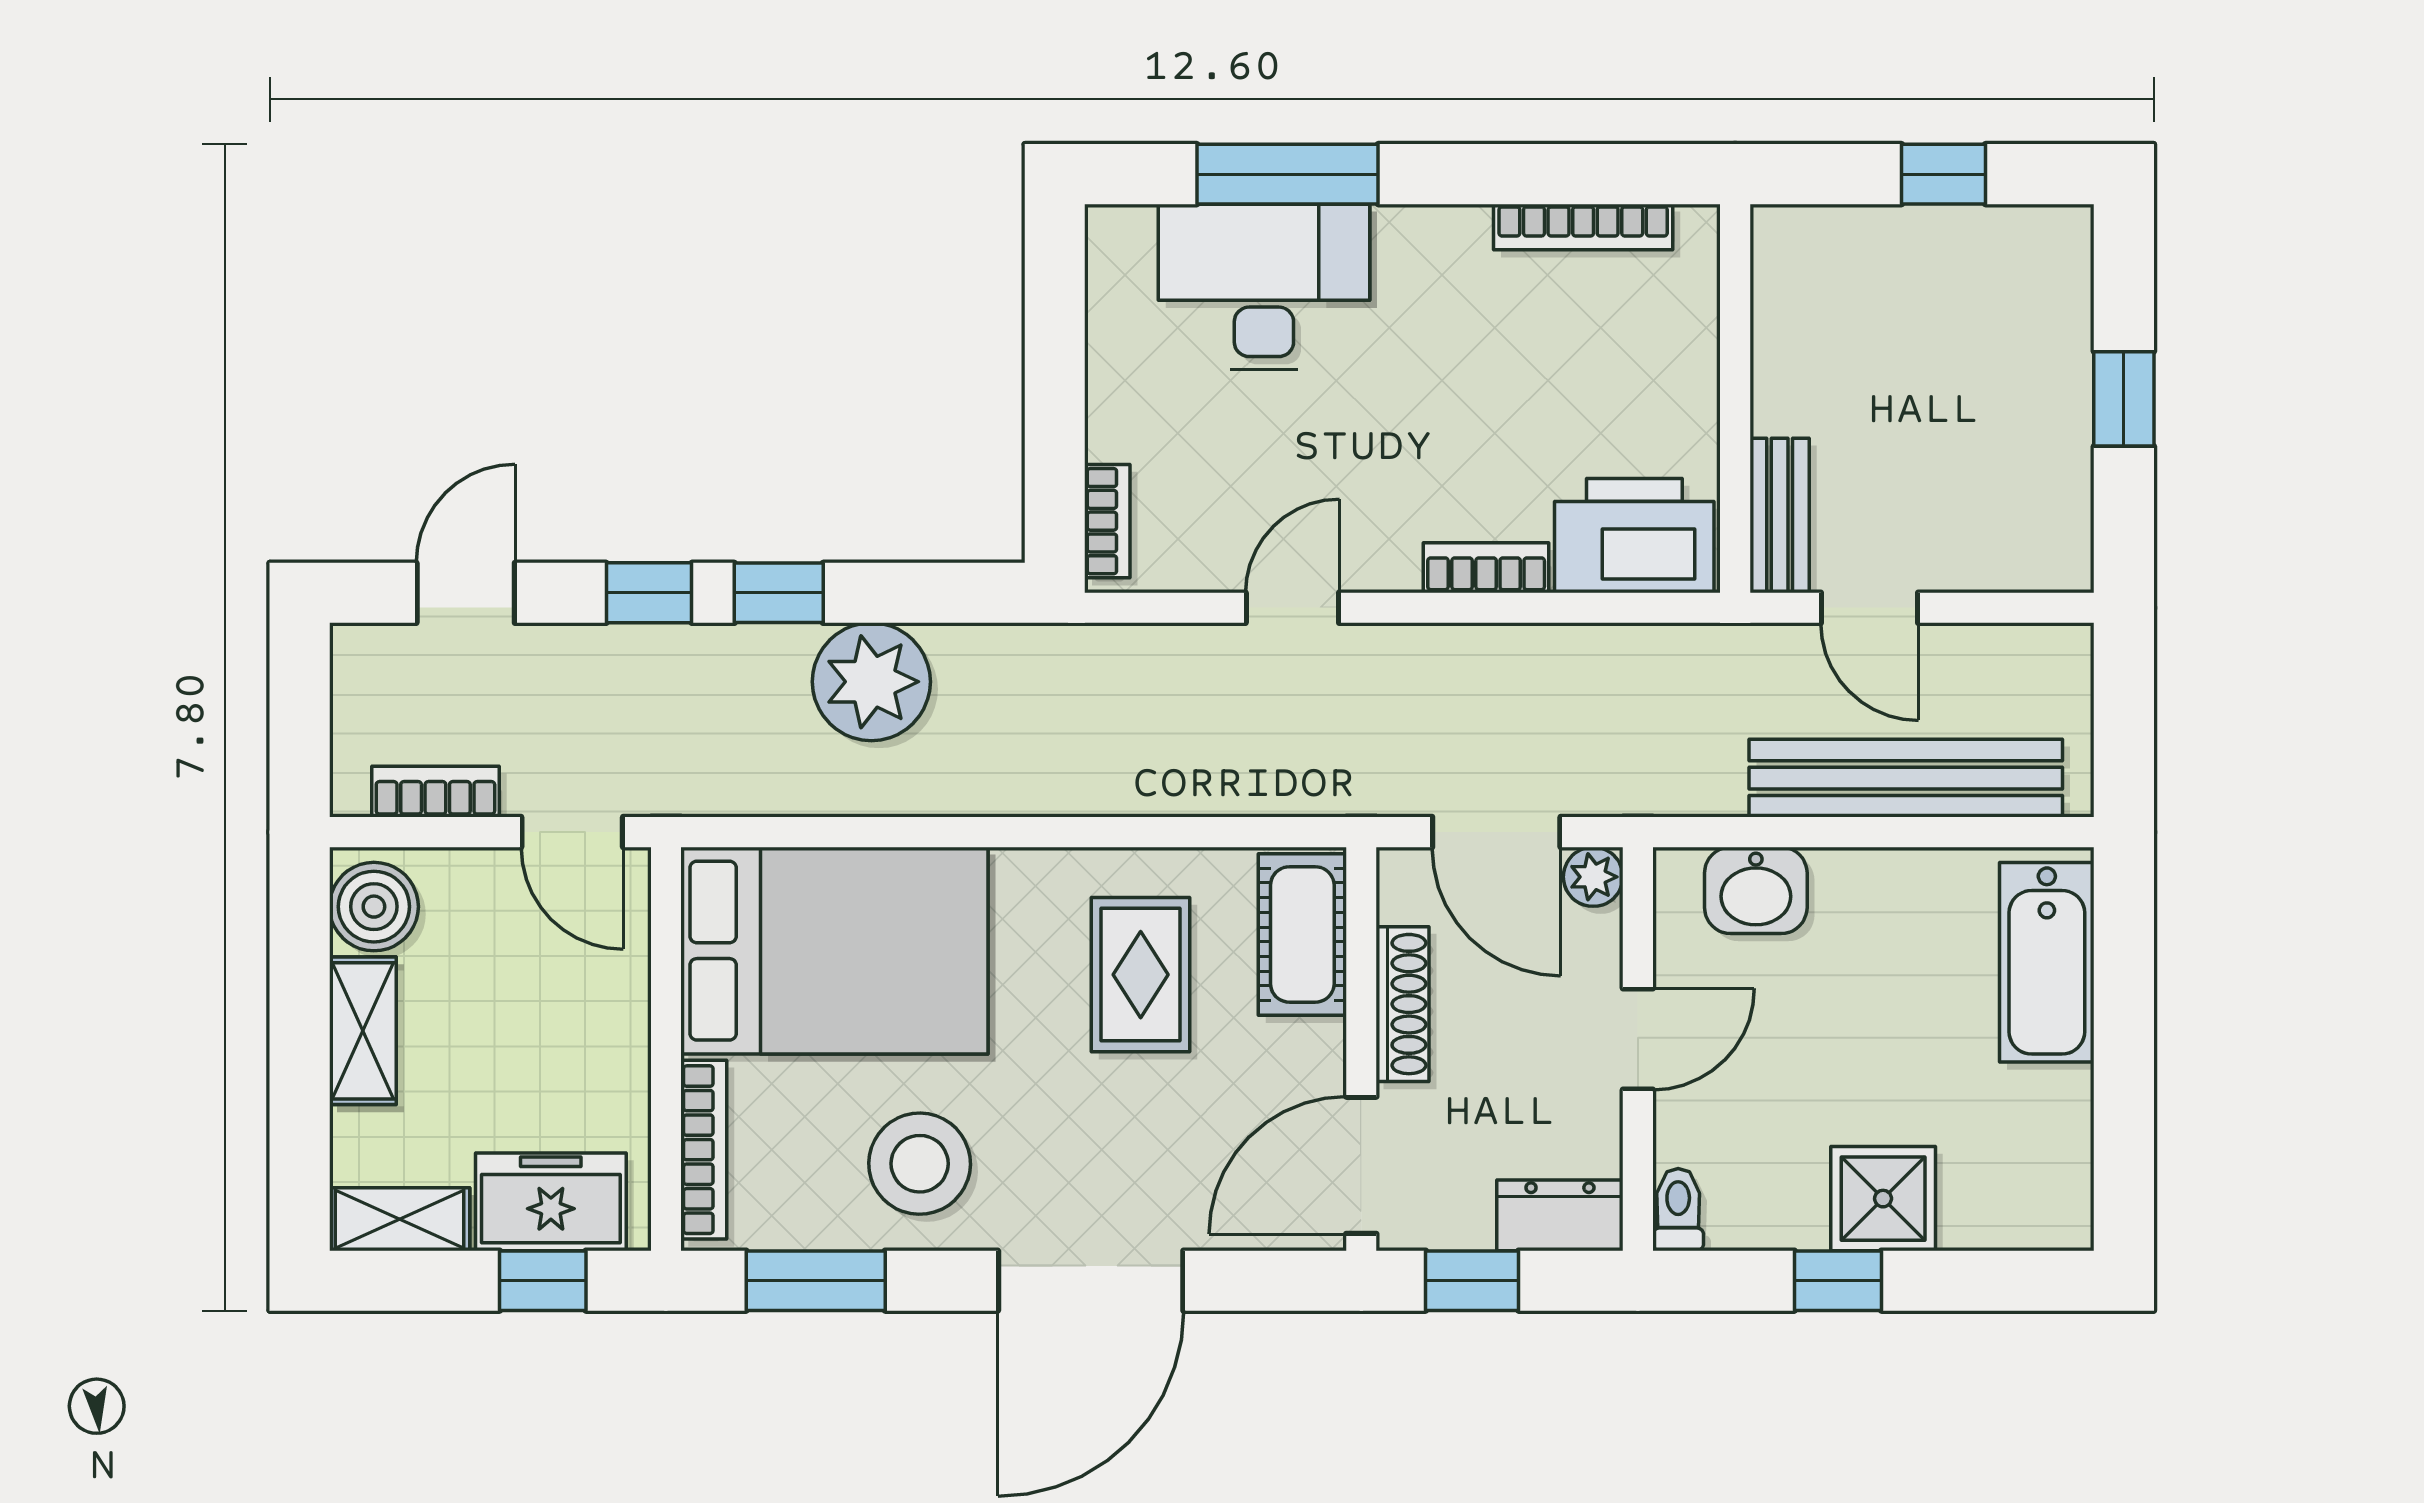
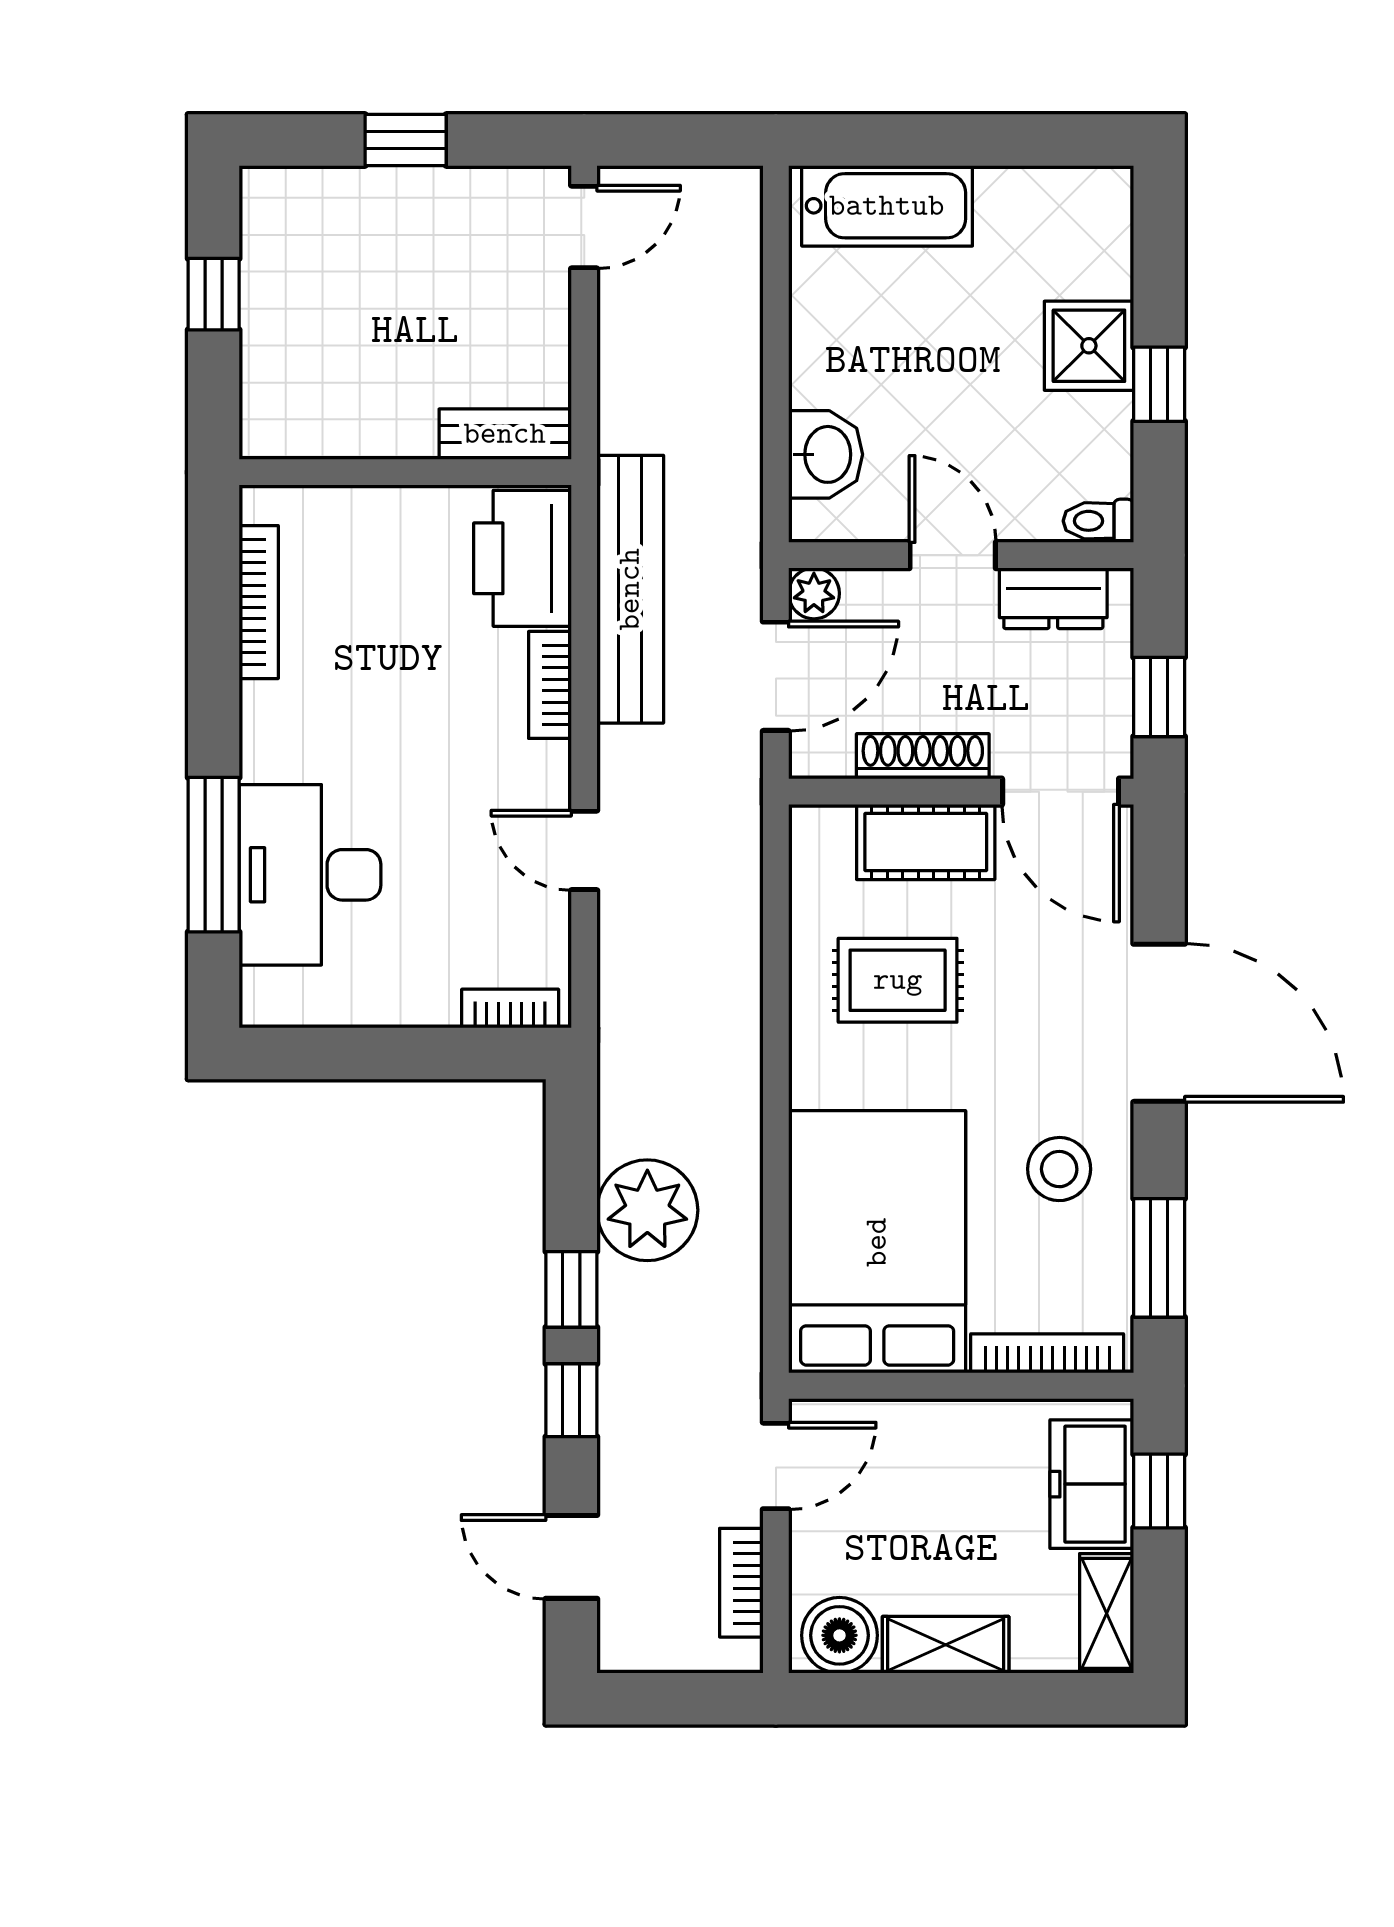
door: (1869, 608) -> (584, 227), moved
bench: (1906, 778) -> (630, 589), moved
cot: (1302, 934) -> (926, 842), moved
stool: (920, 1164) -> (1059, 1169), width x0.73, depth x0.73
dresser: (1560, 1215) -> (1053, 598), moved, turned -90

